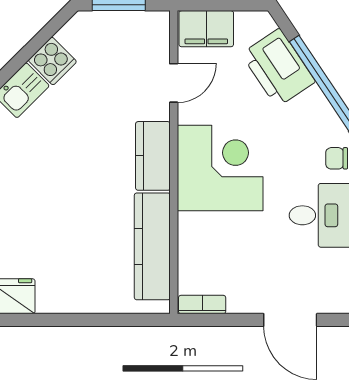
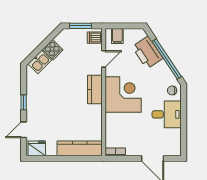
filing cabinet: (206, 29) -> (117, 36), width x0.50
dishwasher: (152, 32) -> (95, 38), added
kitchen counter: (152, 246) -> (80, 148), moved, turned 90

